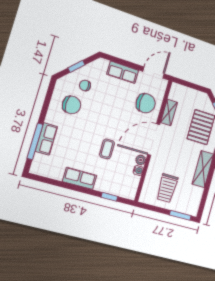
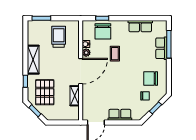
chair: (146, 103) -> (103, 31), moved, turned -90
row of seats: (80, 178) -> (140, 26), moved

